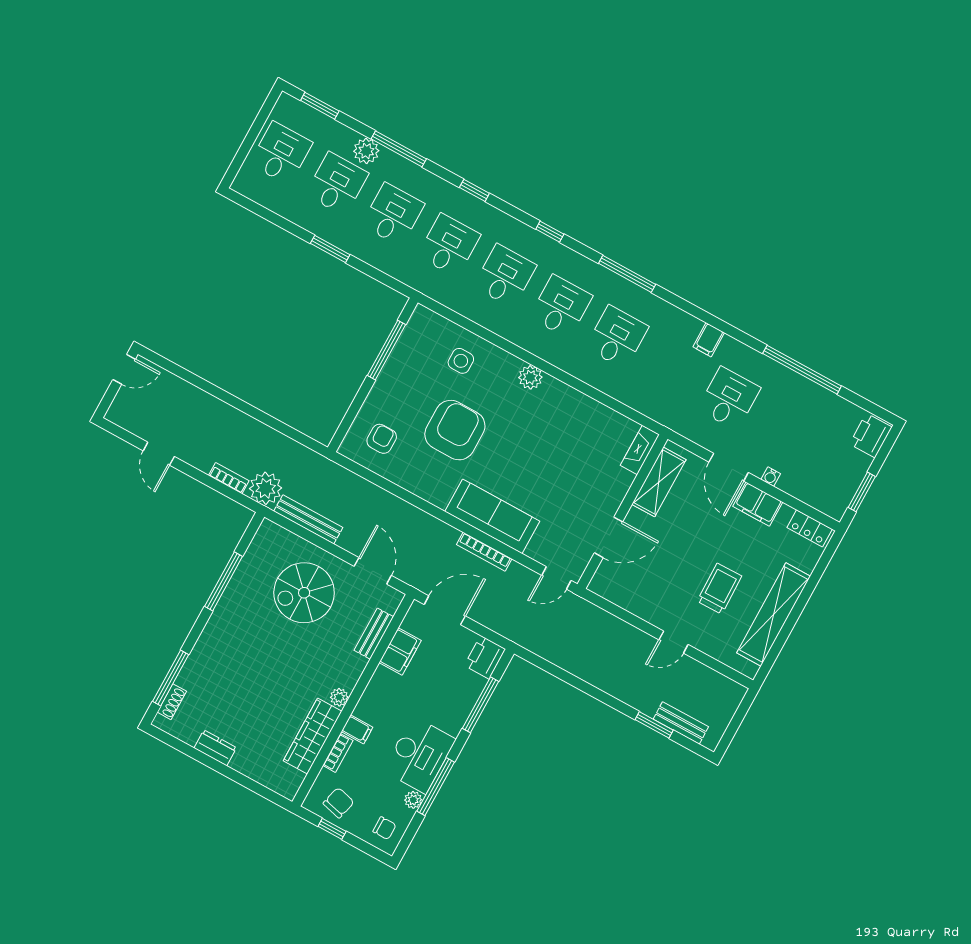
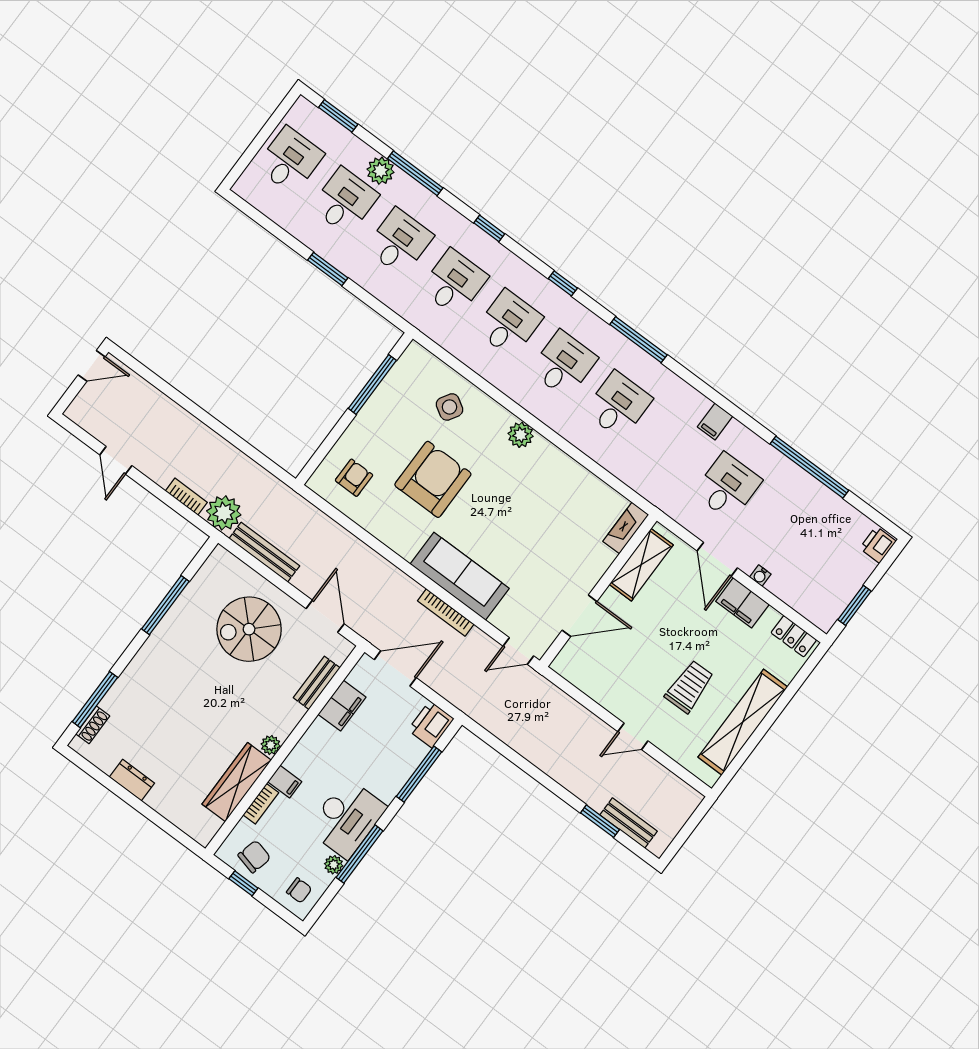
side table: (461, 361) -> (449, 407), turned 31
printer: (871, 435) -> (878, 545), width x0.73, depth x0.81

